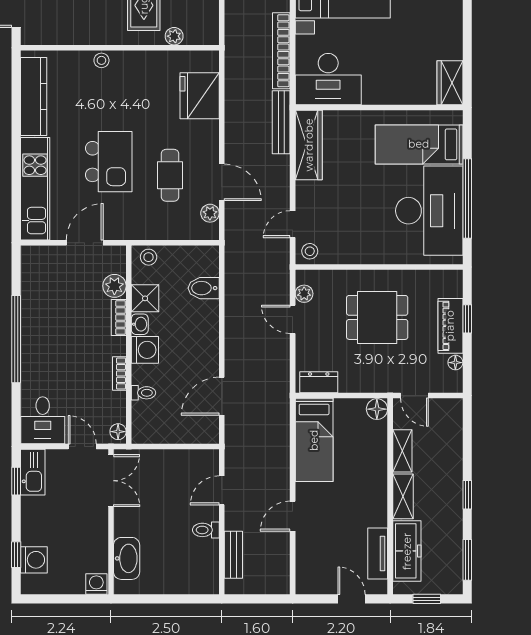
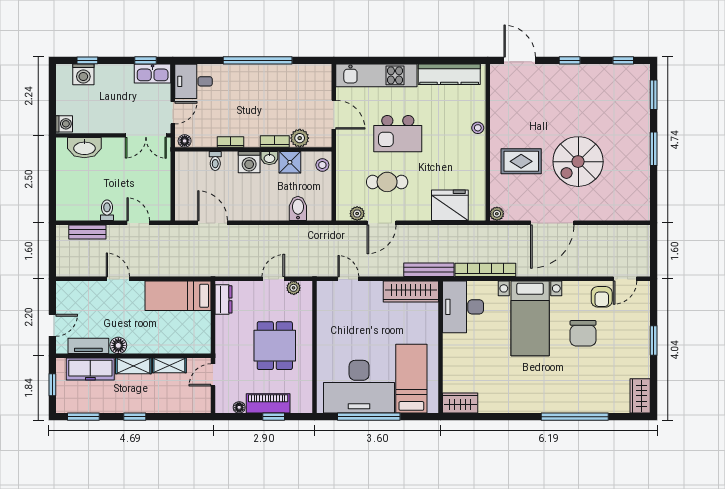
plant: (174, 36) -> (497, 214), moved
stool: (310, 251) -> (327, 292), removed
floor lamp: (377, 409) -> (118, 345), moved

